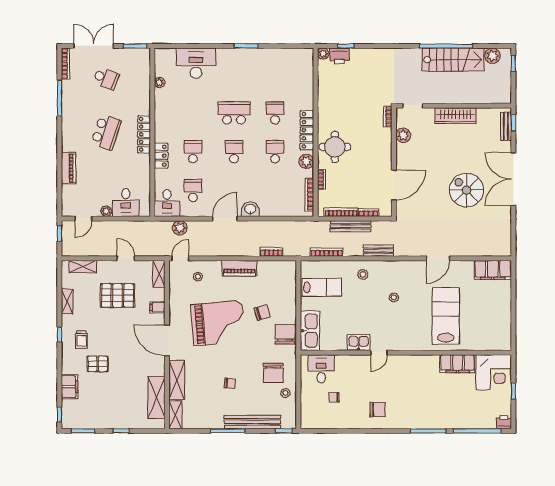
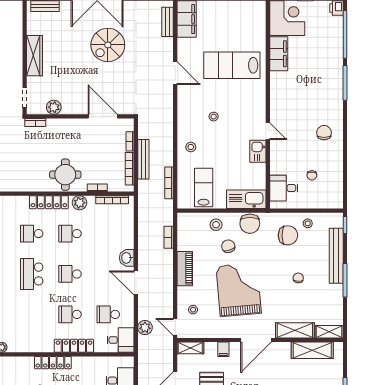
locker: (161, 156) -> (74, 346), width x1.53
bench: (378, 251) -> (167, 22), moved
stool: (284, 300) -> (216, 225), added
chair: (285, 334) -> (250, 224), turned -90

